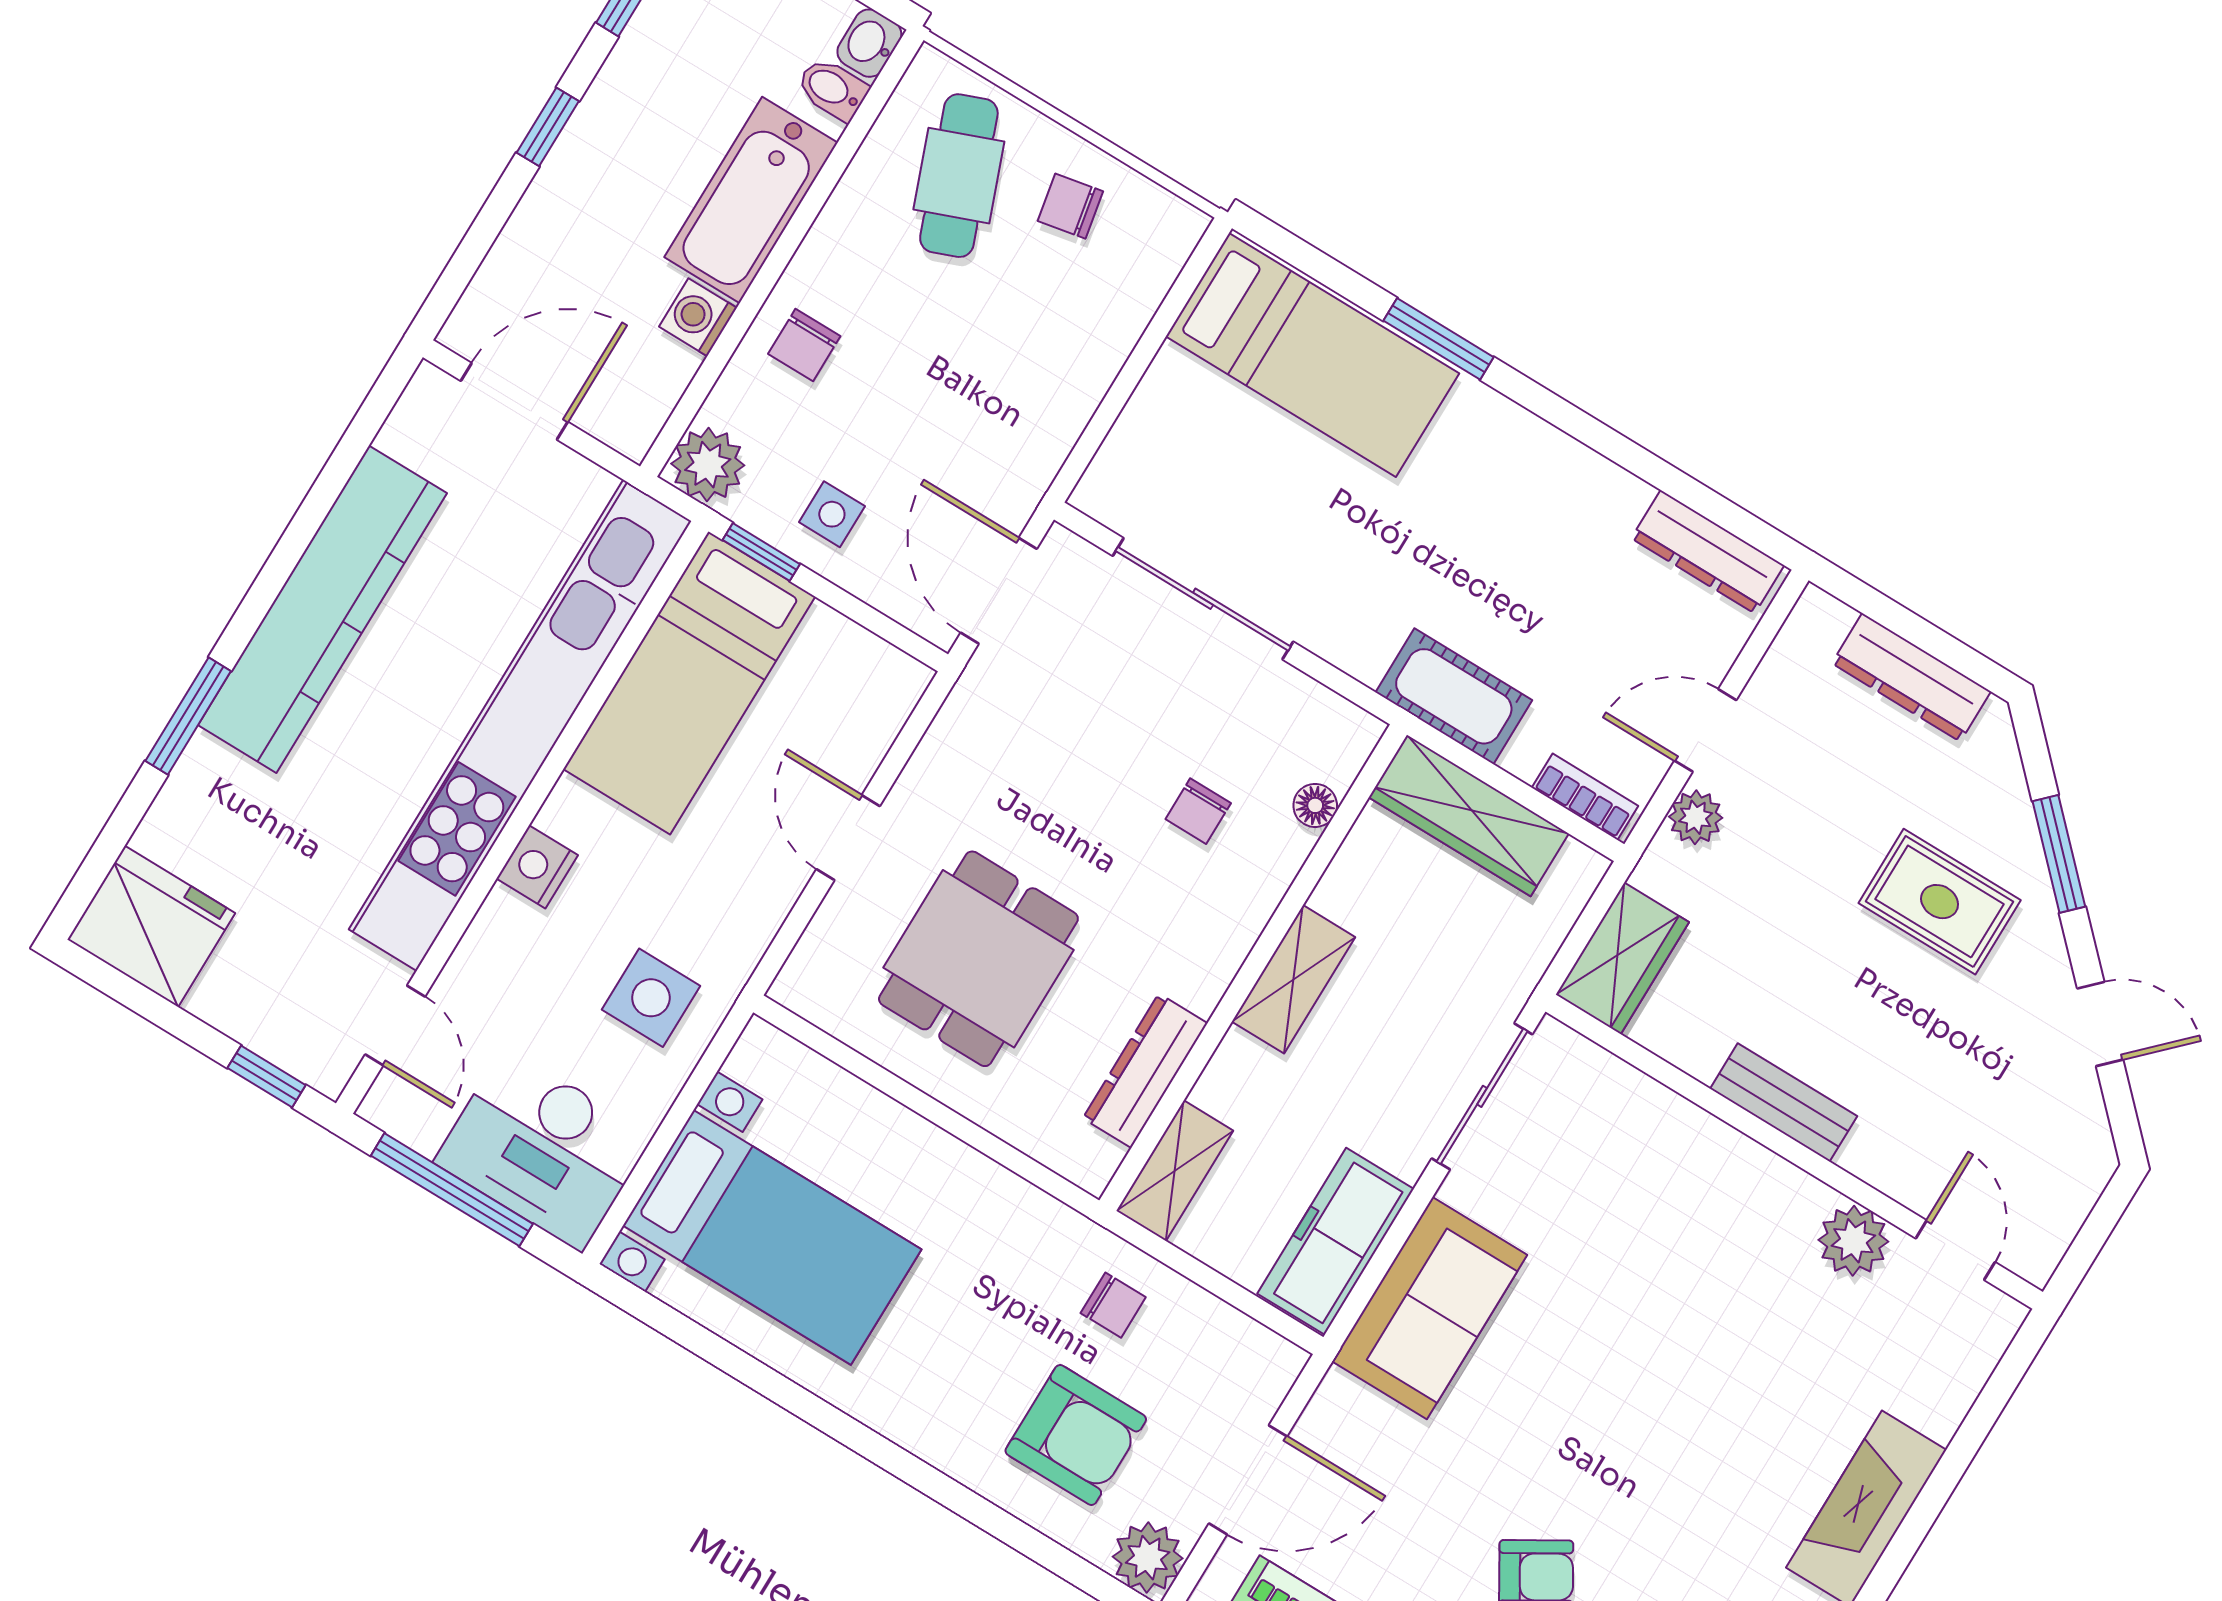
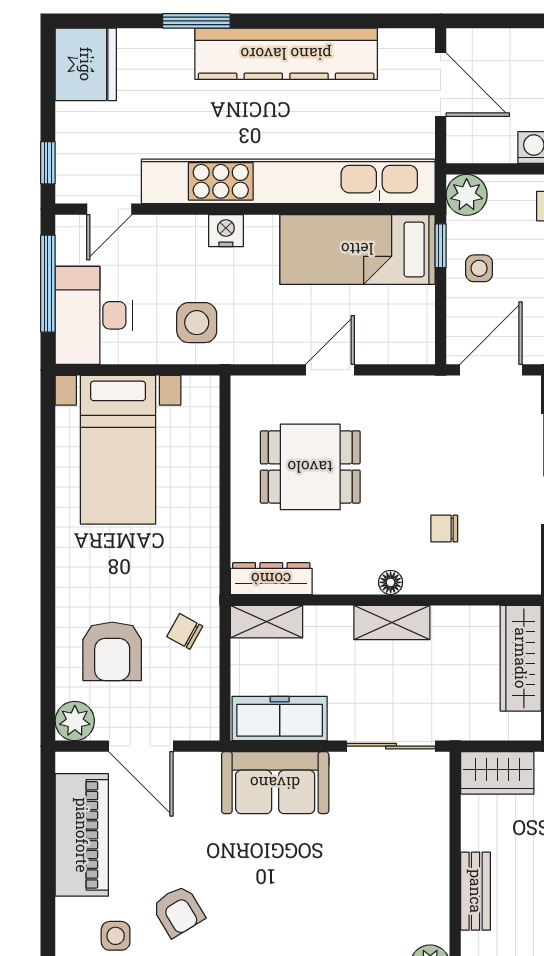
floor lamp: (1315, 805) -> (391, 582), moved
dresser: (1145, 1071) -> (271, 579), moved
chair: (1113, 1305) -> (185, 631), turned 119

